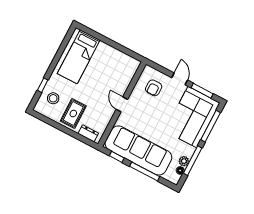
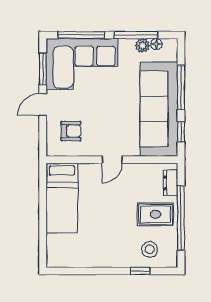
bed: (79, 57) -> (62, 198), moved, turned 90
window: (63, 128) -> (181, 218), added

